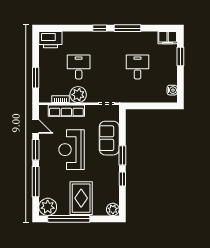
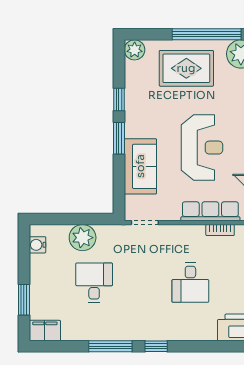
desk: (138, 67) -> (94, 283), turned 180
plant: (78, 95) -> (83, 238), moved
rug: (81, 198) -> (186, 68), turned 90

